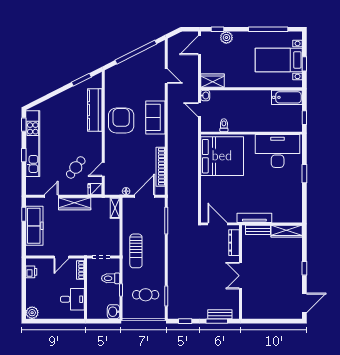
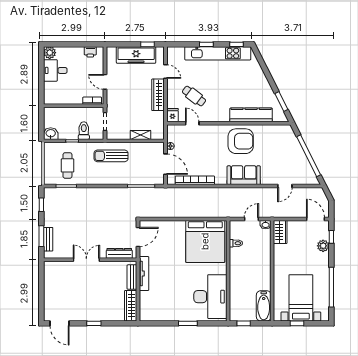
shelving: (115, 208) -> (140, 135), moved
desk: (72, 299) -> (55, 70), moved, turned 90

